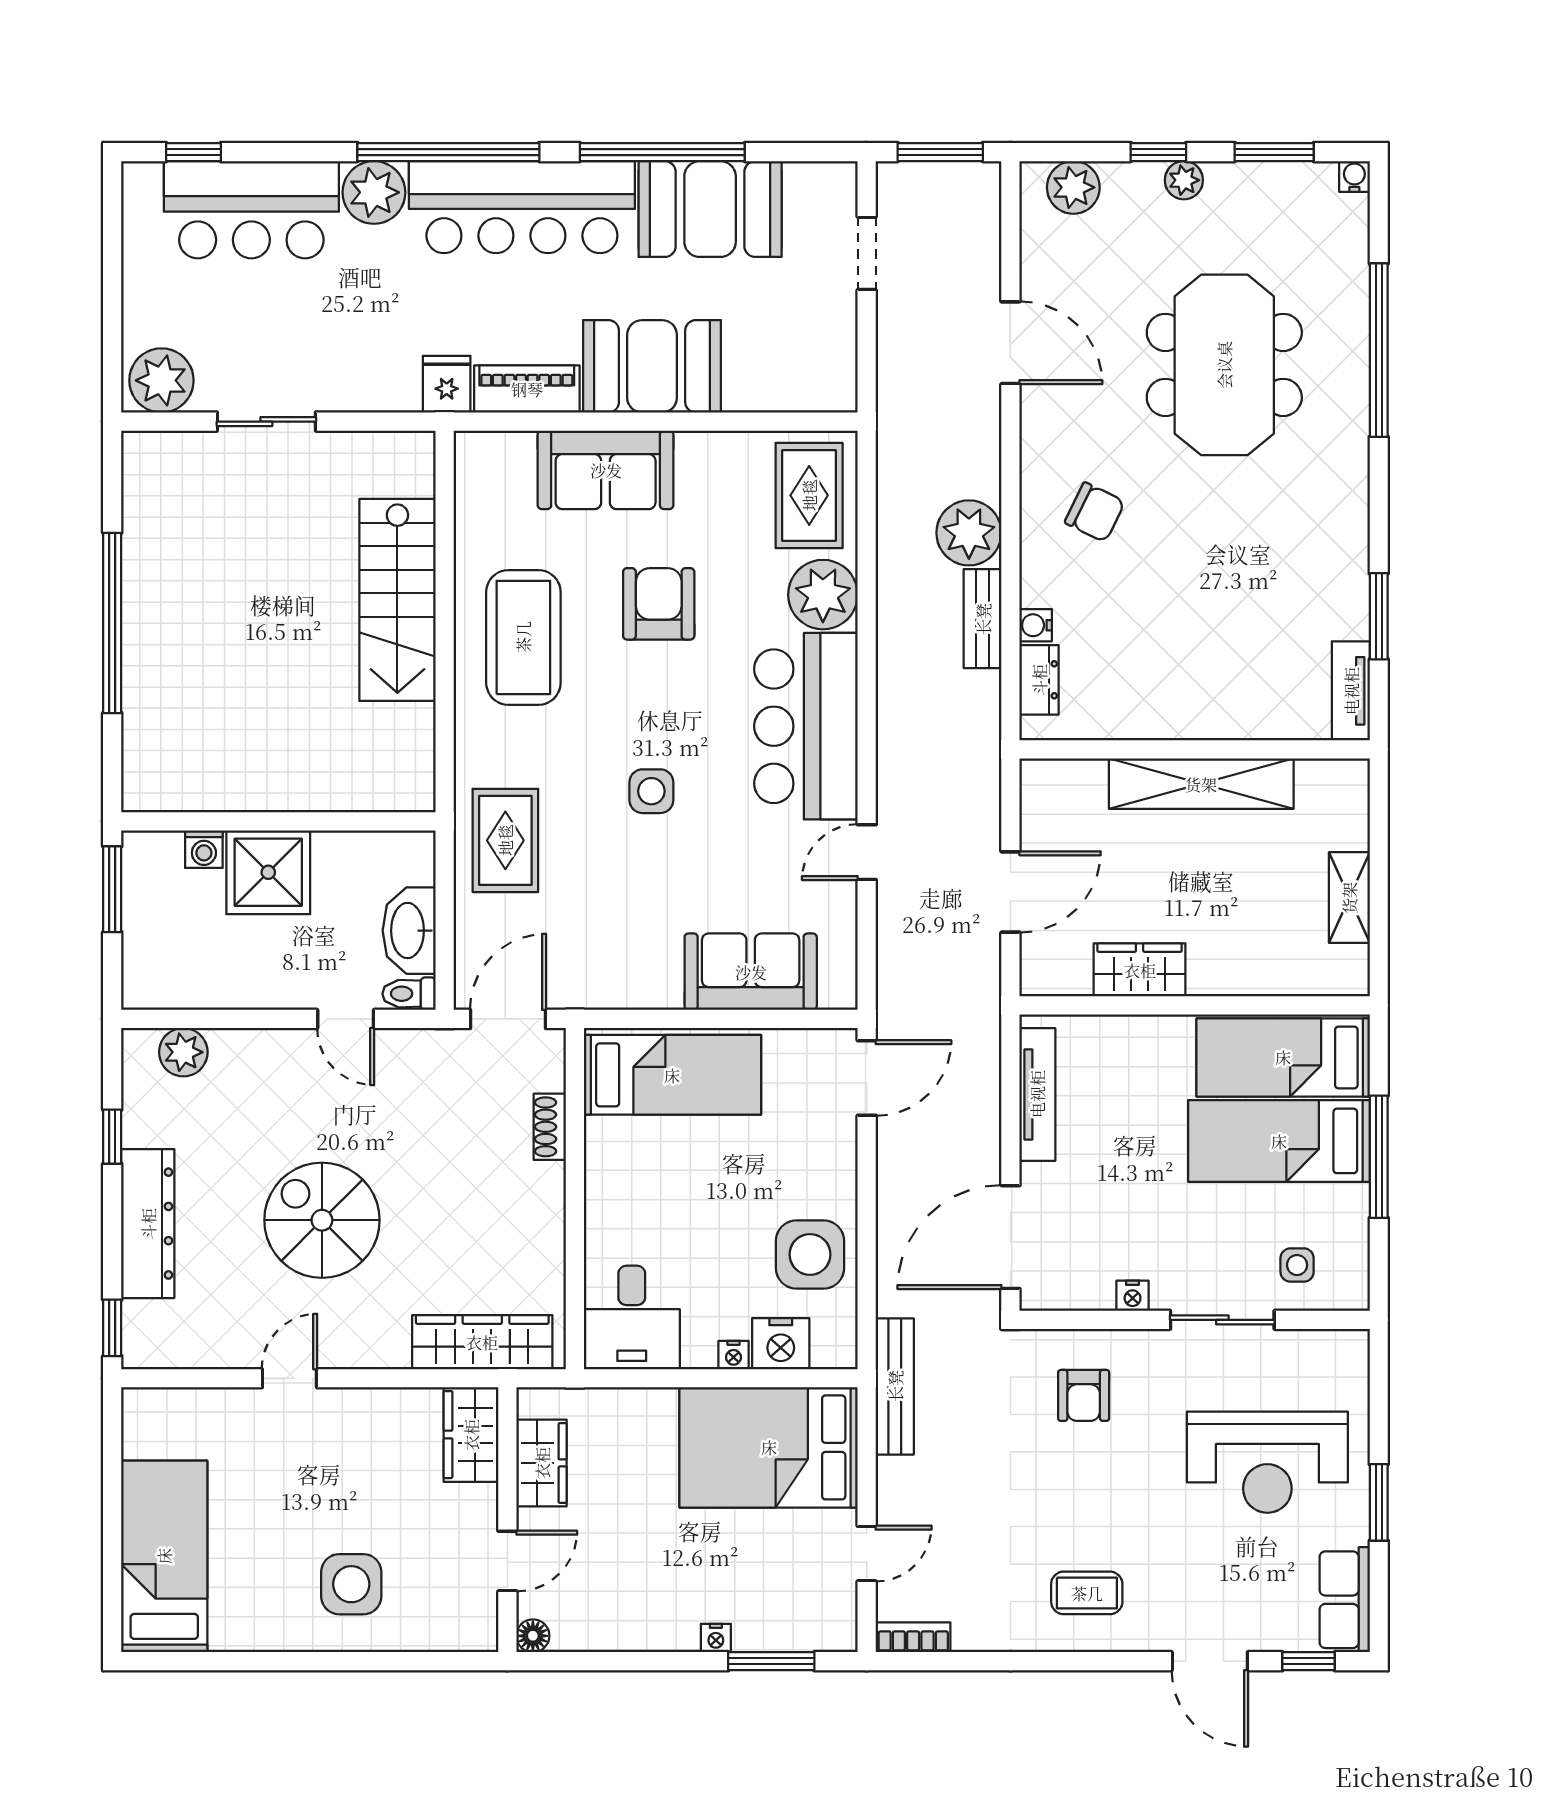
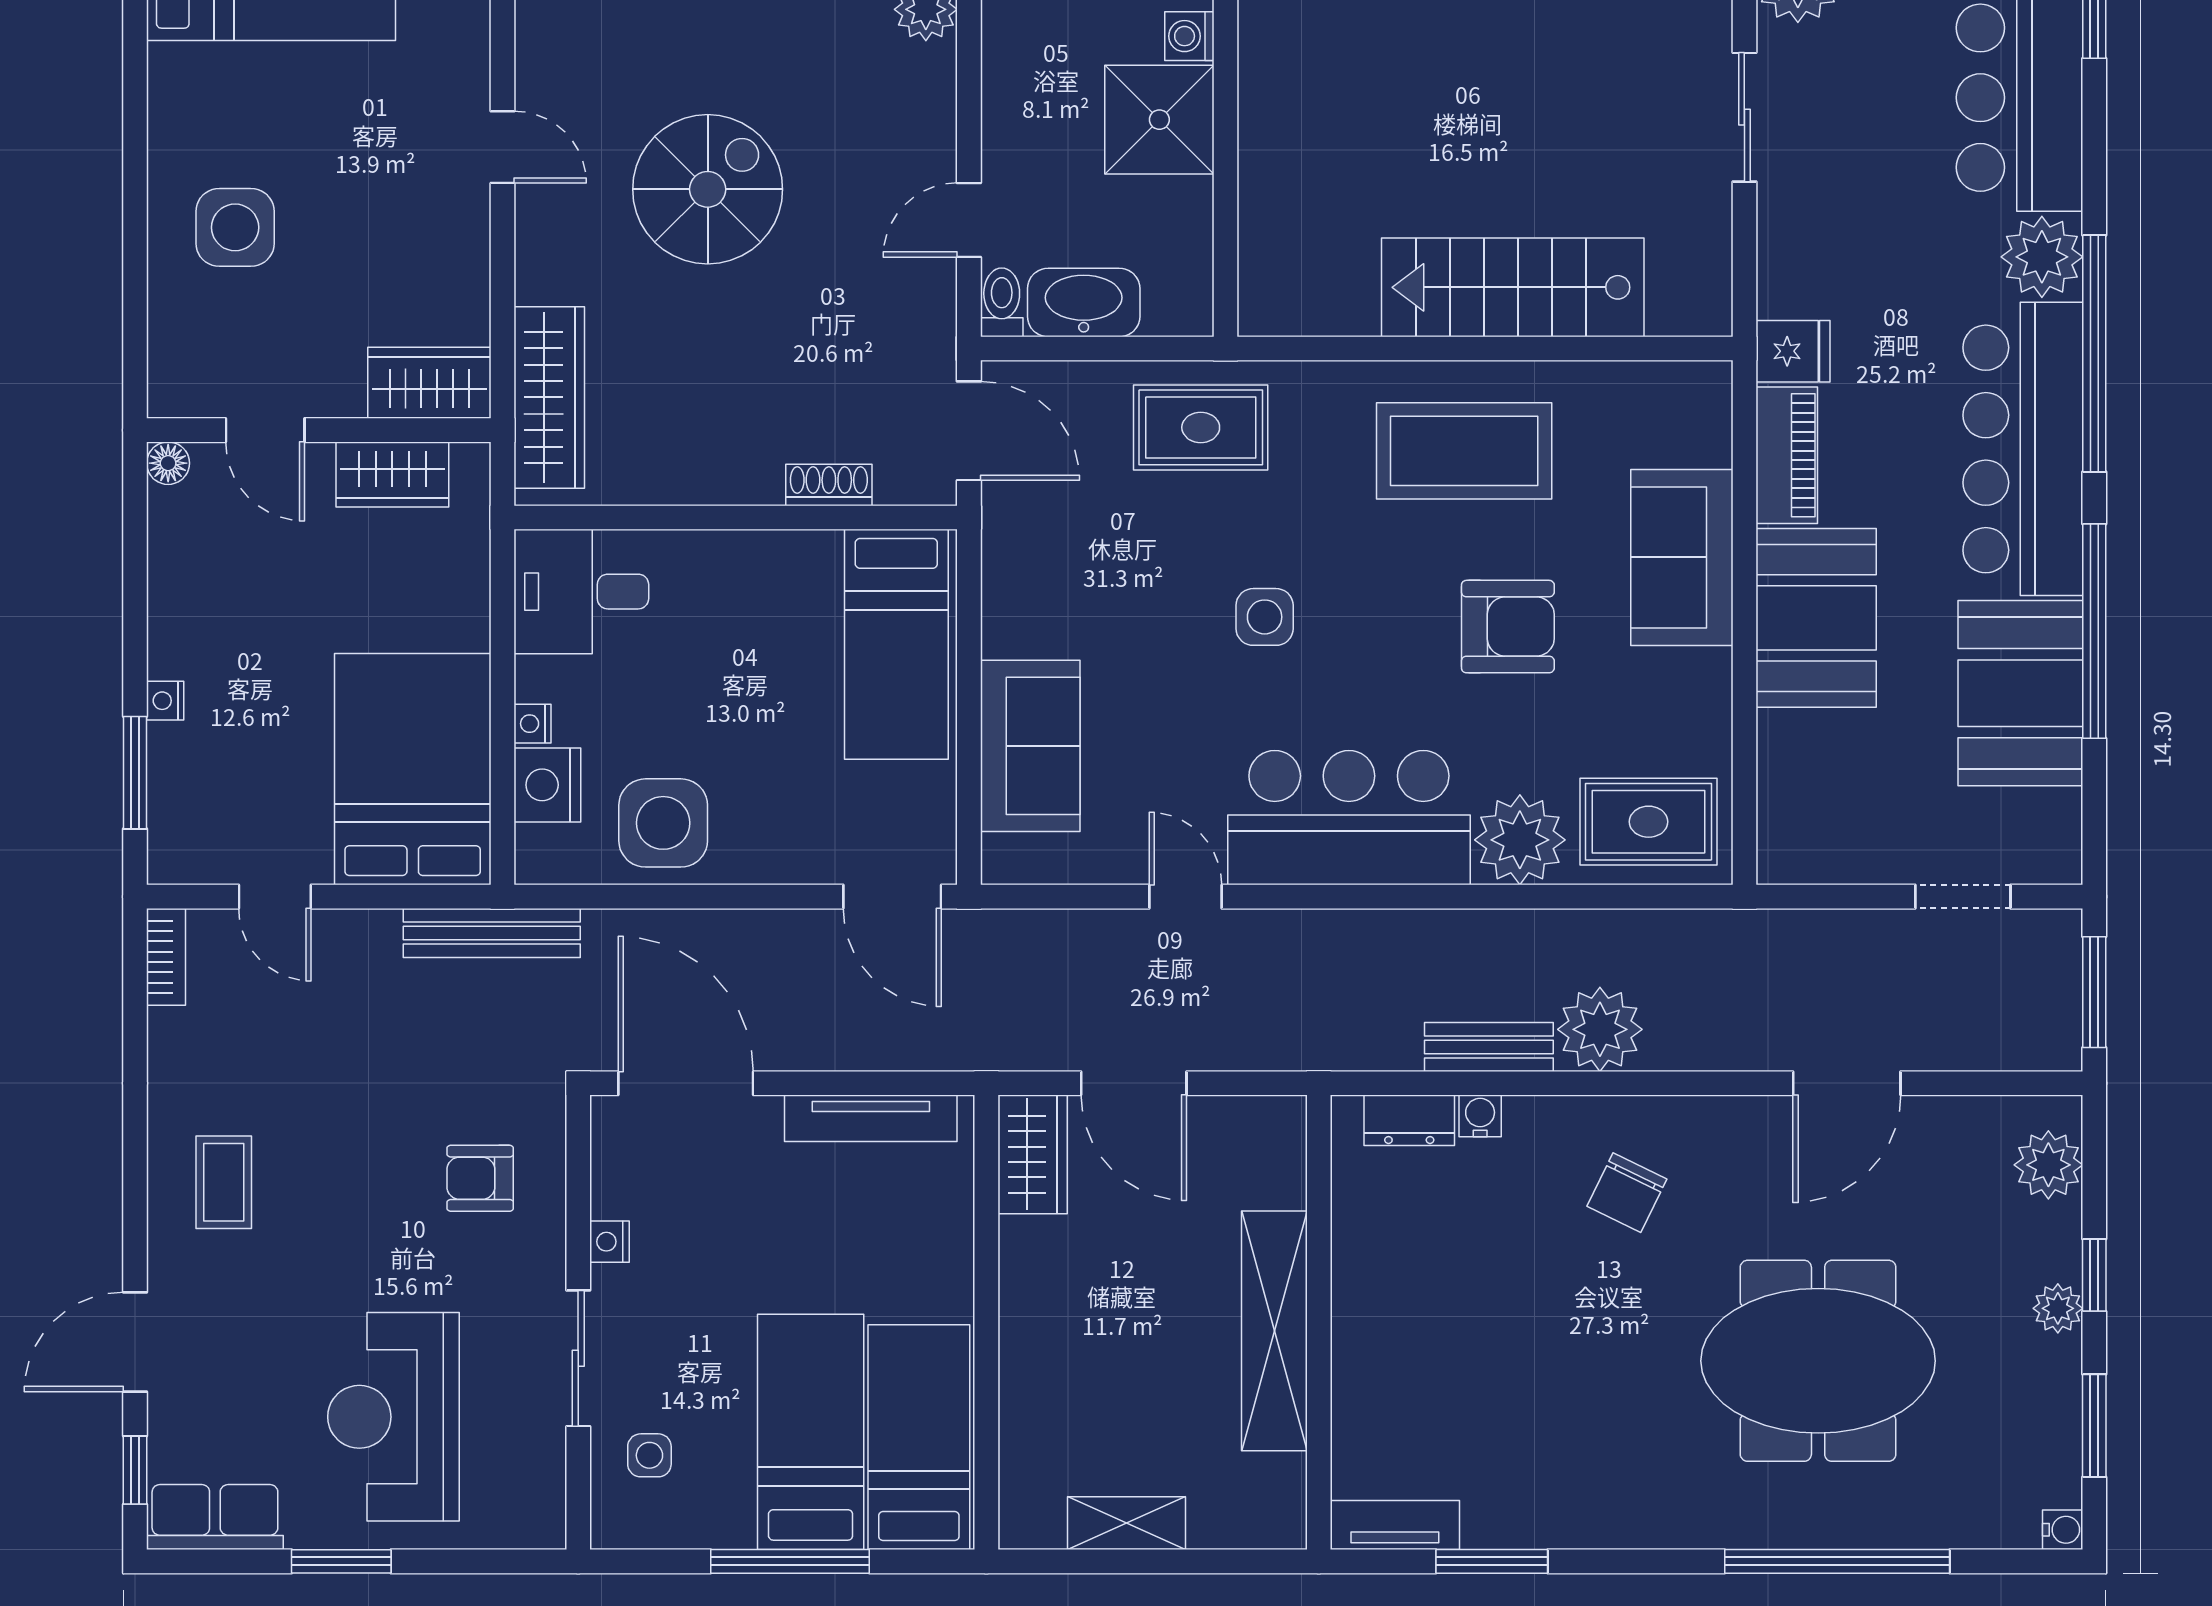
wardrobe: (1140, 970) -> (1033, 1154), moved

